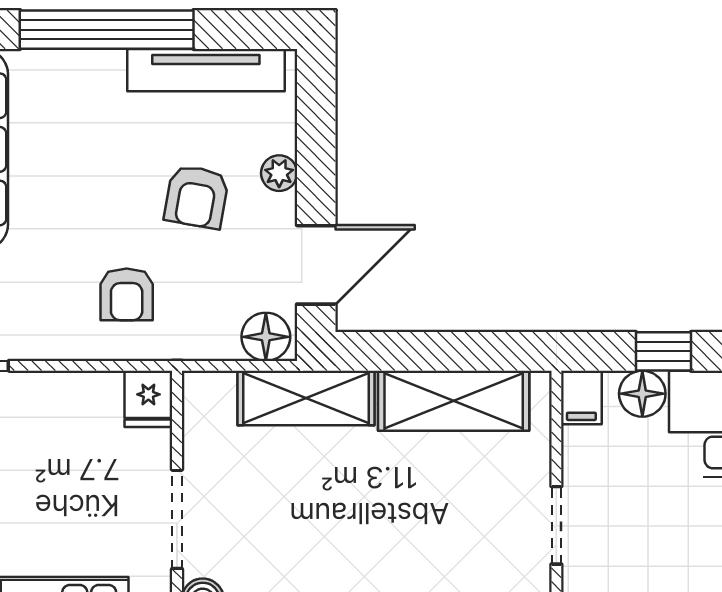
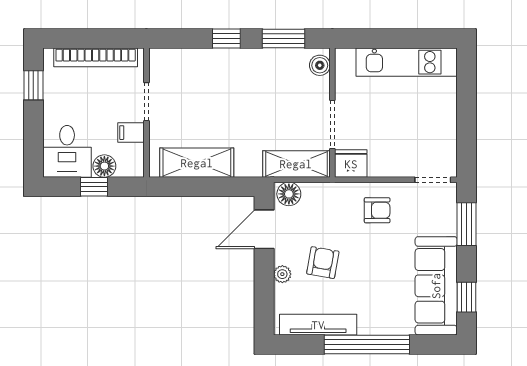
armchair: (127, 294) -> (377, 210), moved, turned 90
shelving: (306, 398) -> (296, 164), moved
filing cabinet: (581, 398) -> (131, 133), moved, turned -90
fridge: (148, 399) -> (351, 164), width x1.38
doorway: (177, 519) -> (332, 124), moved

